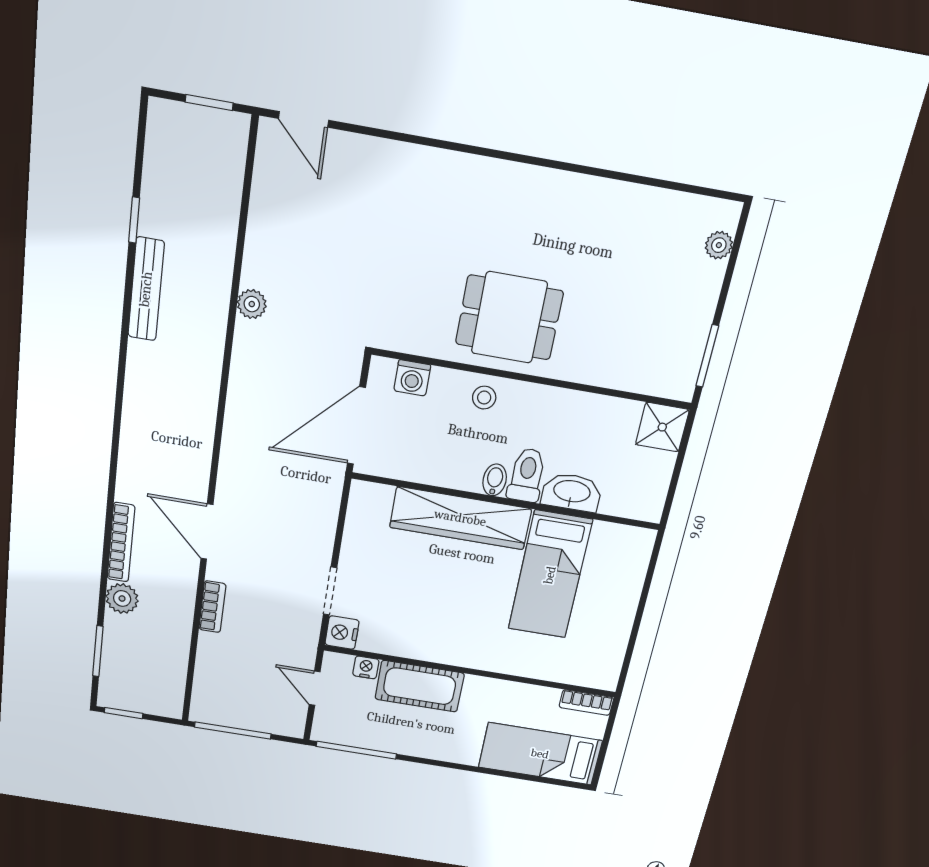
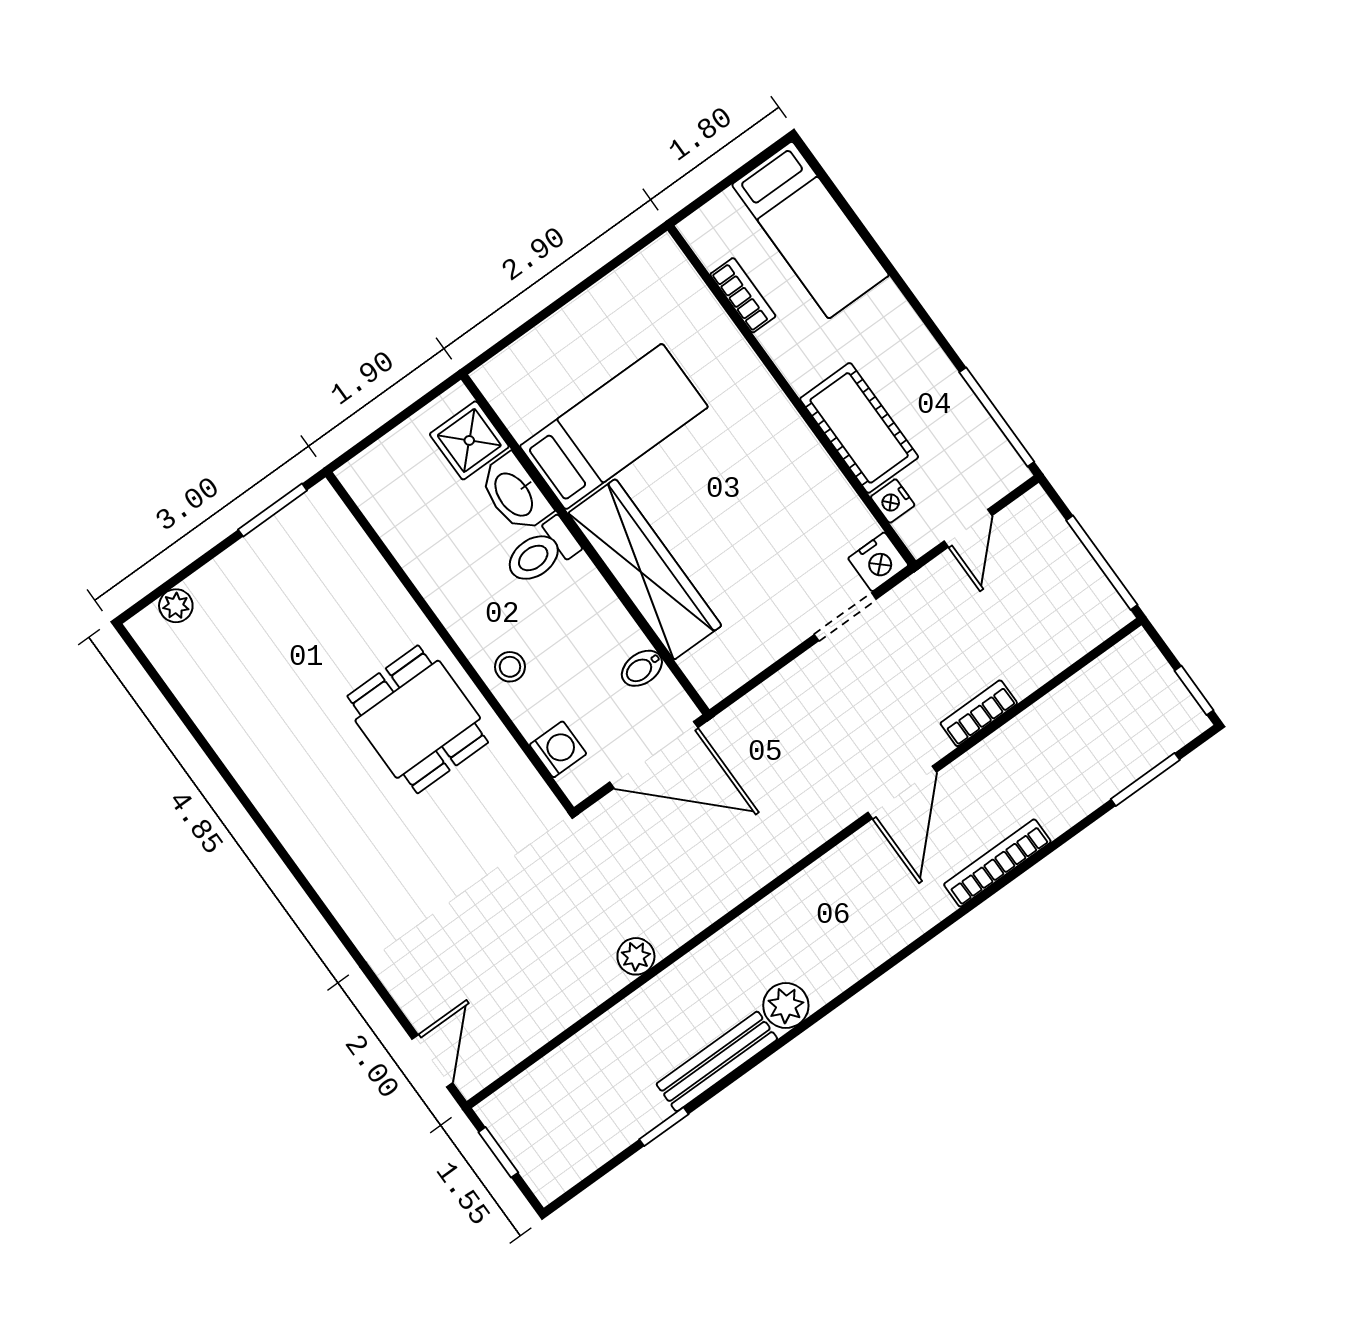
shower: (662, 427) -> (469, 440), moved
bidet: (495, 480) -> (642, 668), moved
plant: (122, 598) -> (786, 1006), moved
bookcase: (586, 703) -> (743, 295), moved

